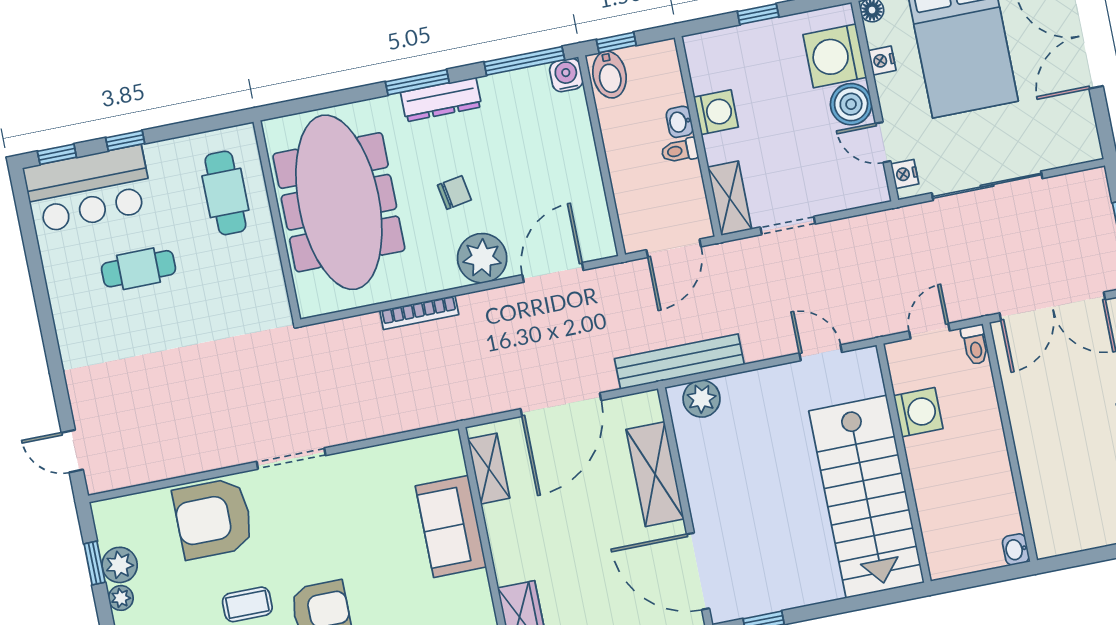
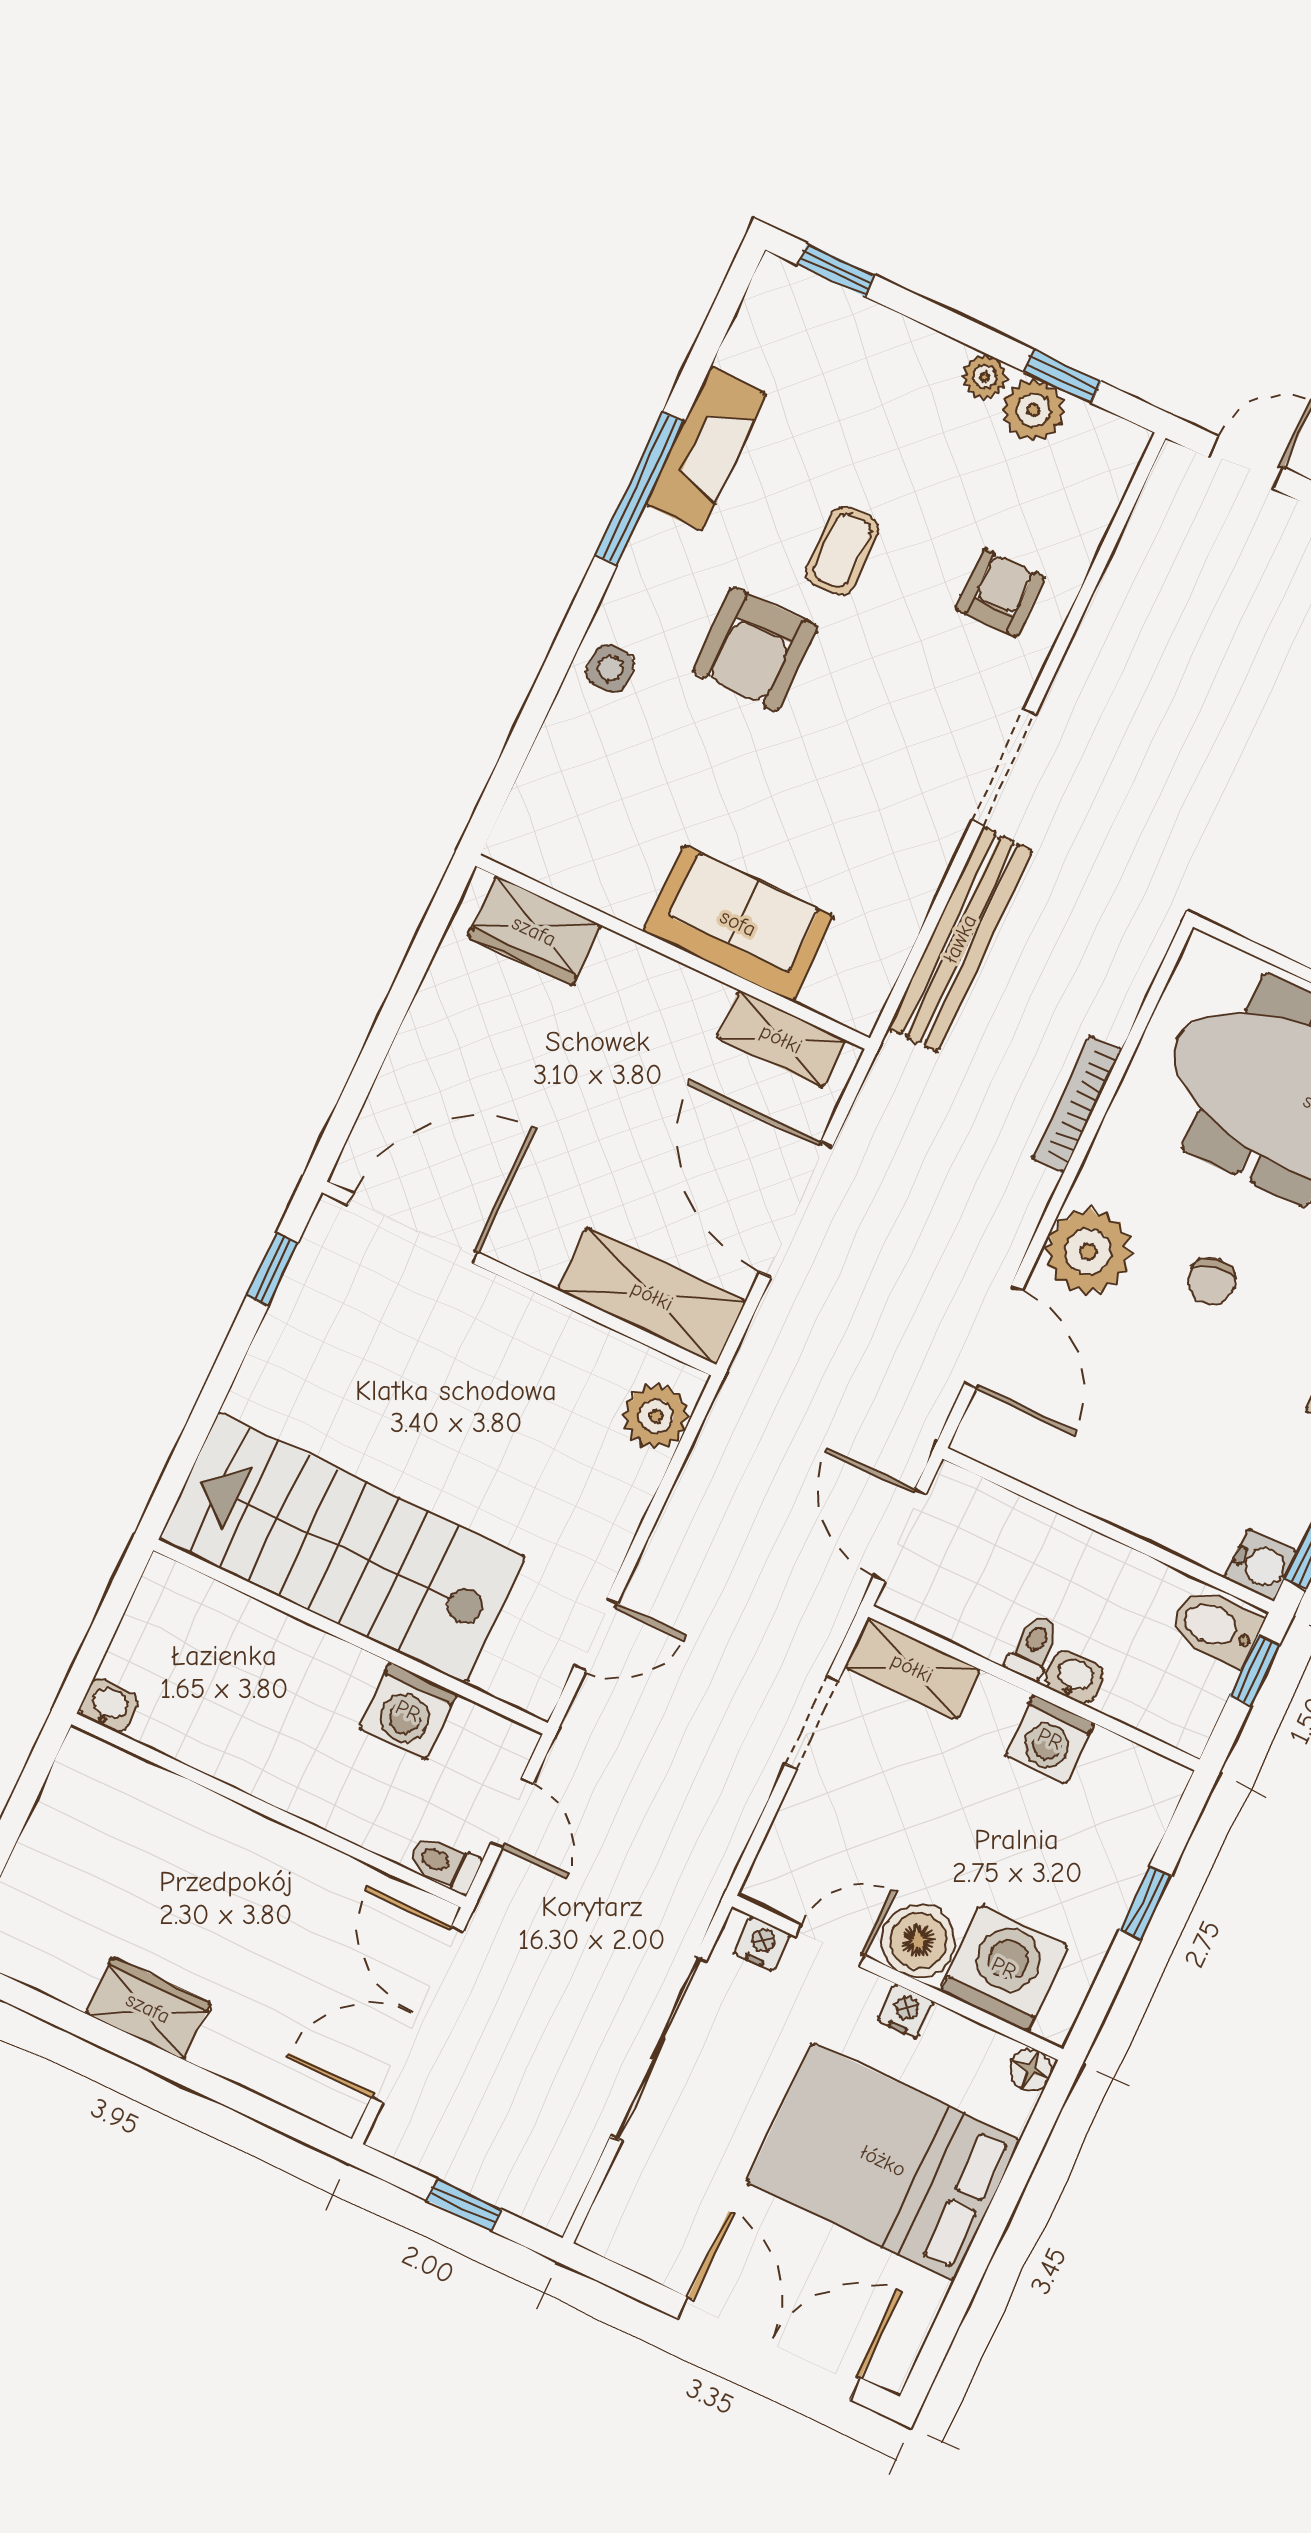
nightstand: (882, 60) -> (906, 2011), moved
bench: (679, 362) -> (960, 939), moved
shelving: (655, 474) -> (652, 1296), moved
armchair: (213, 519) -> (1000, 593), width x0.53, depth x0.53

